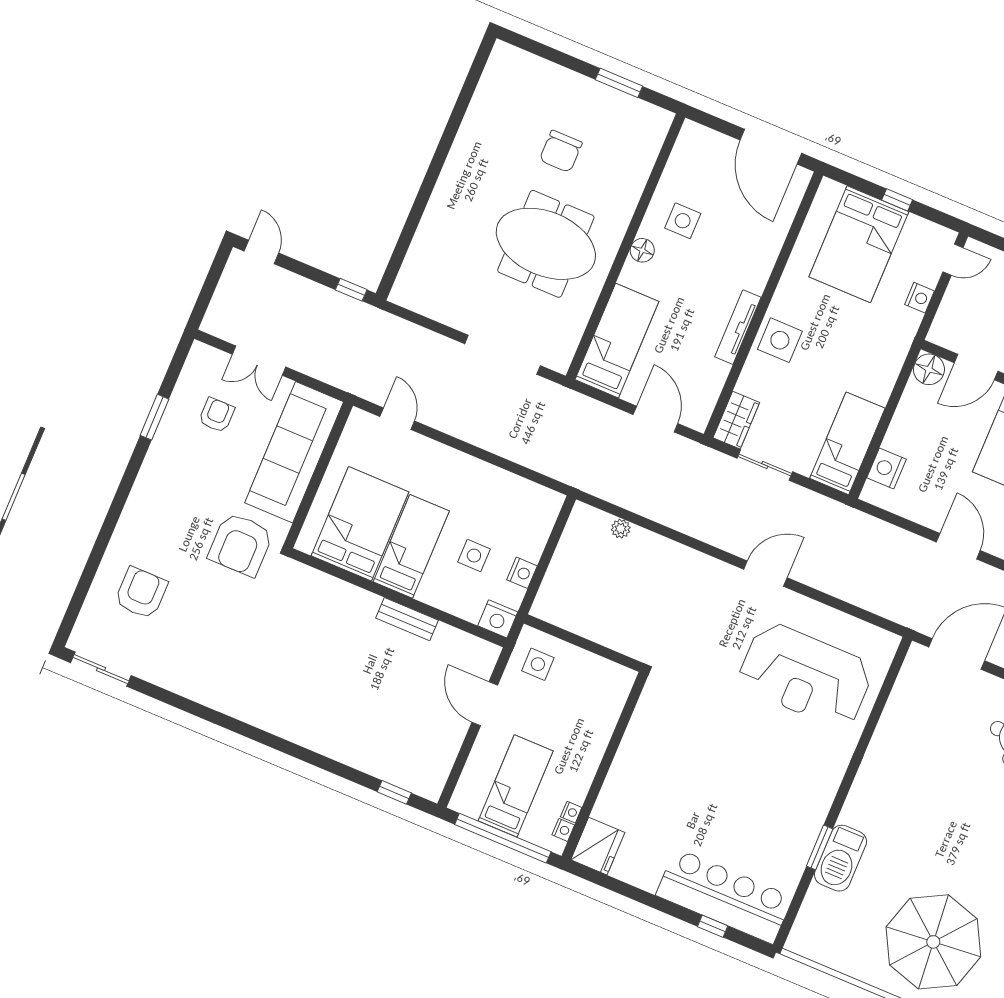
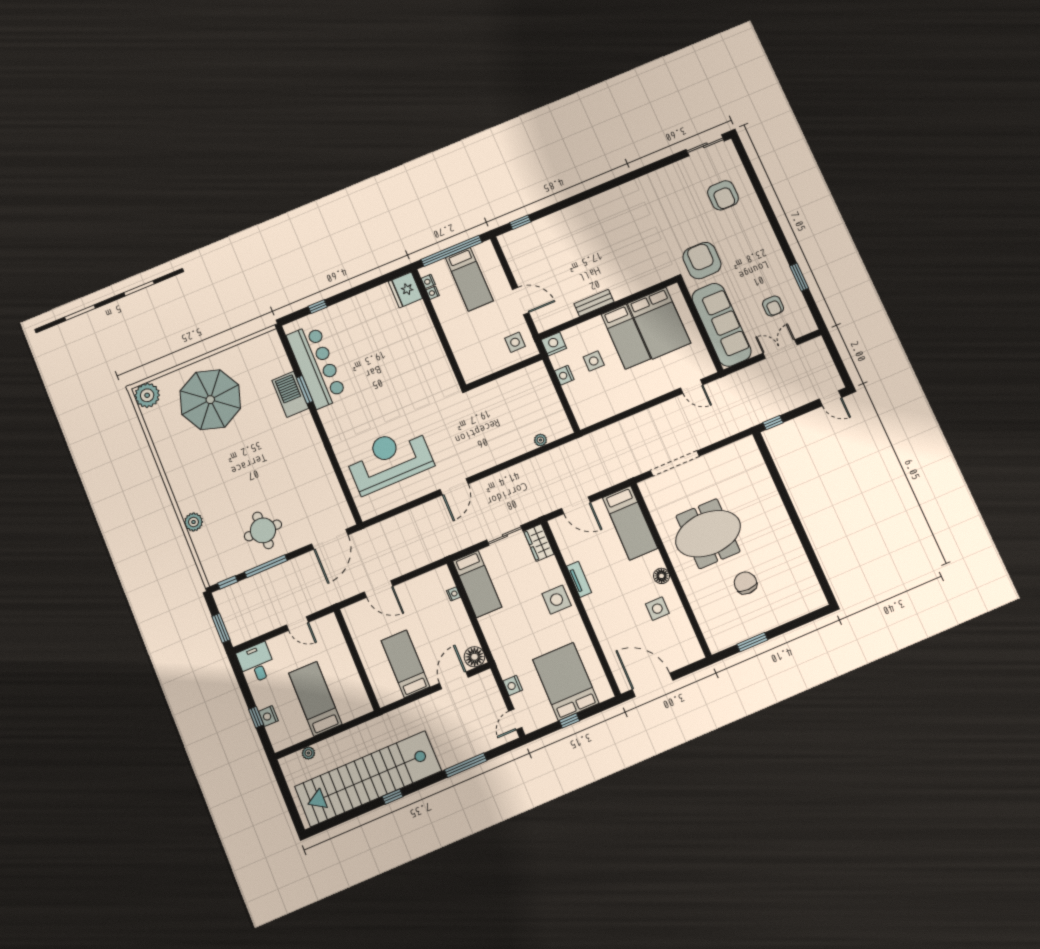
tv unit: (738, 327) -> (579, 579), width x0.71
nightstand: (886, 469) -> (454, 594), width x0.53, depth x0.56
bar counter: (724, 896) -> (317, 366), moved, turned -90

